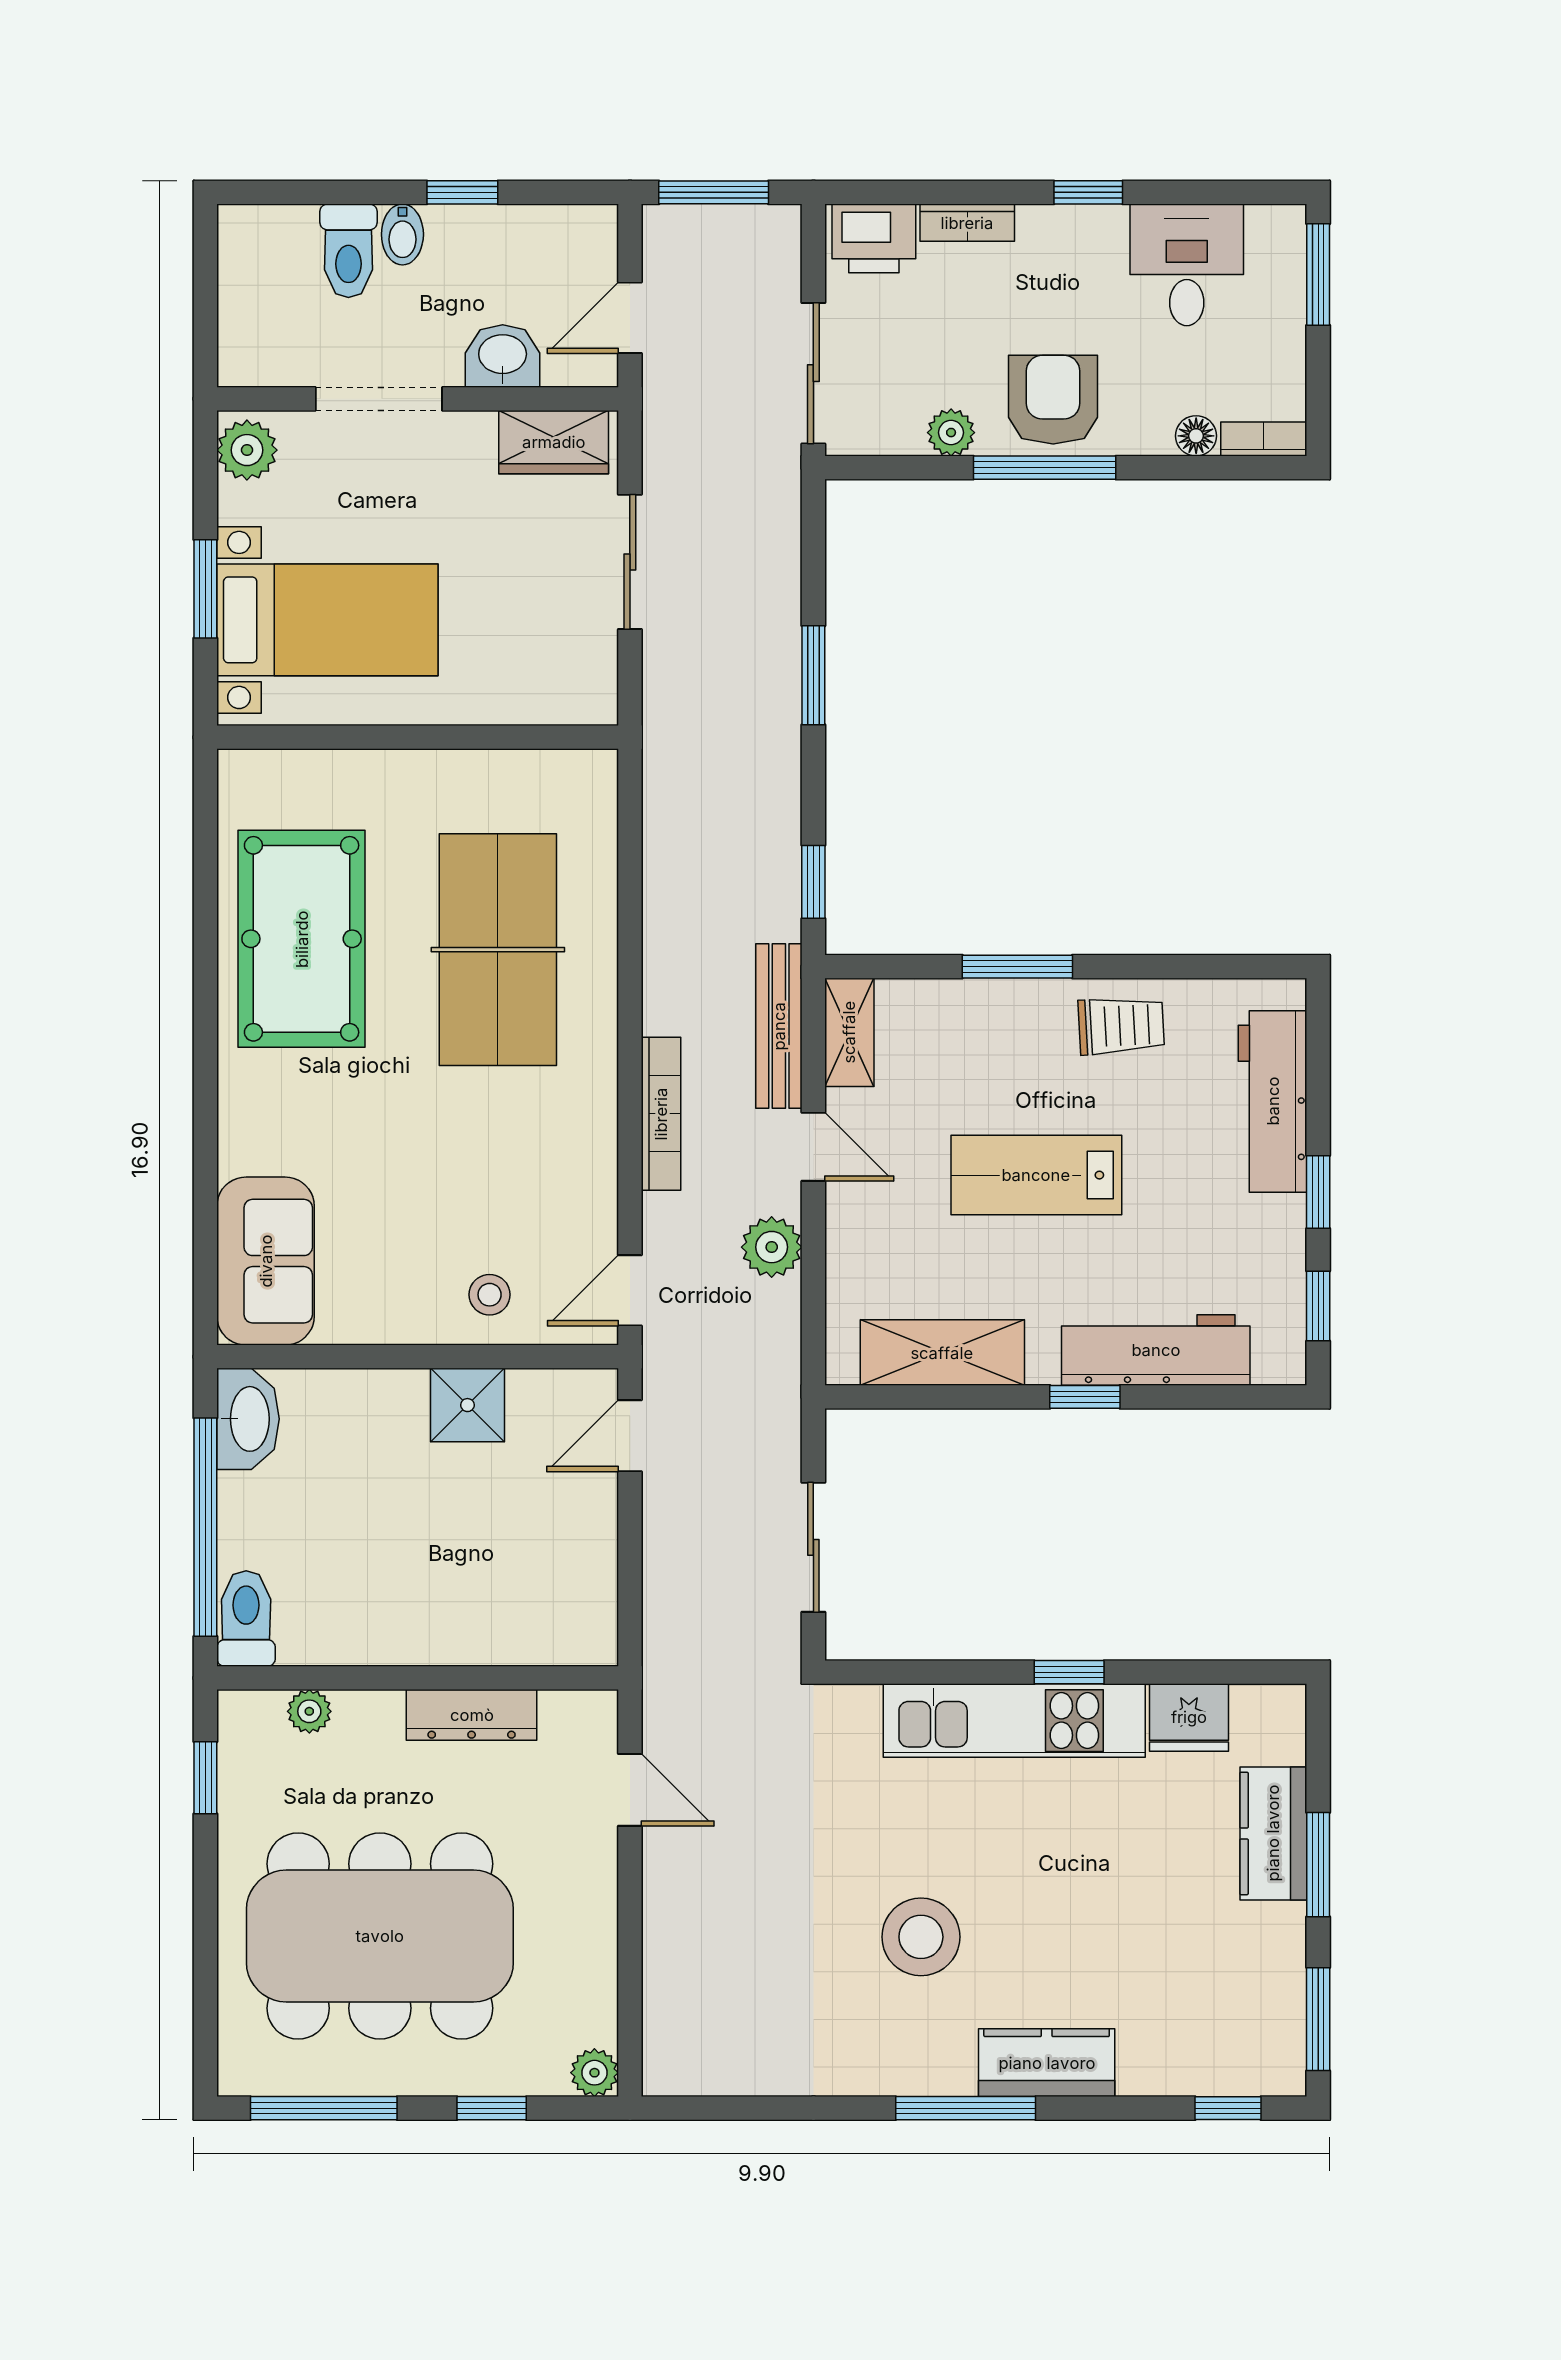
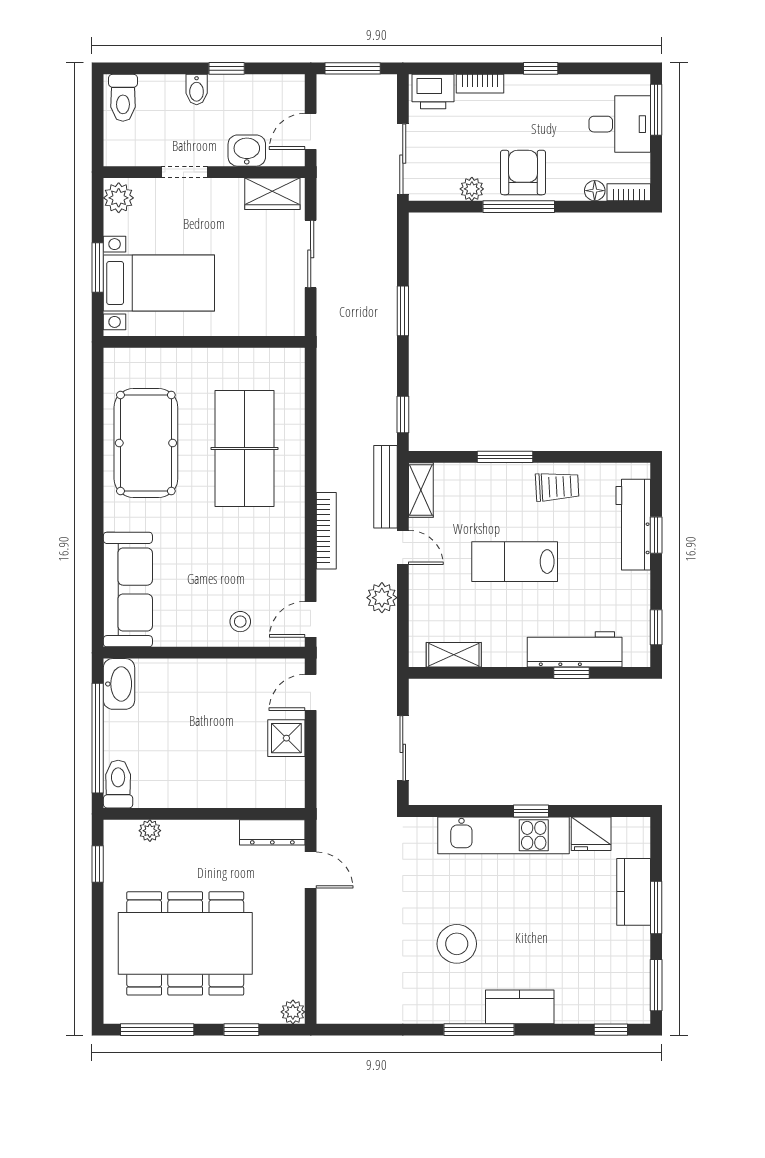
toilet: (348, 251) -> (123, 98), moved
desk: (1187, 265) -> (620, 124), moved, turned 90
doorway: (379, 399) -> (185, 172), width x0.73
window: (1318, 1192) -> (656, 535), moved
sofa: (266, 1261) -> (128, 590), width x1.36
shelving: (942, 1353) -> (454, 655), width x0.67, depth x0.75
window: (1085, 1397) -> (571, 673), moved
shower: (467, 1405) -> (286, 738), moved
dresser: (472, 1715) -> (272, 832), moved

